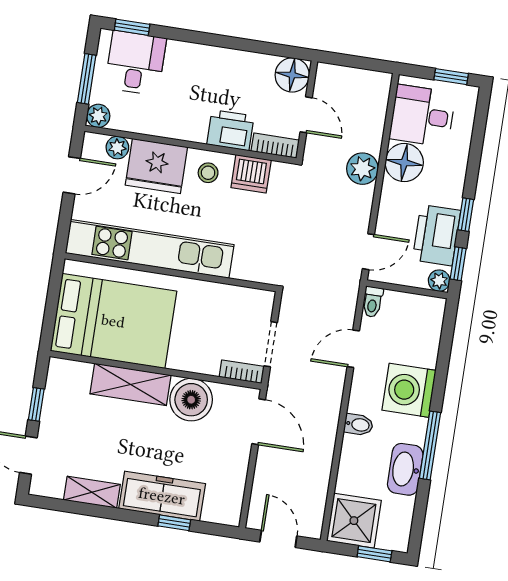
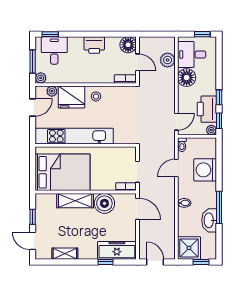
printer: (230, 130) -> (94, 45), moved, turned 180
plant: (362, 169) -> (168, 60), moved
dishwasher: (251, 174) -> (116, 94), removed
washing machine: (409, 390) -> (205, 170), moved
freezer: (162, 496) -> (117, 250), moved

